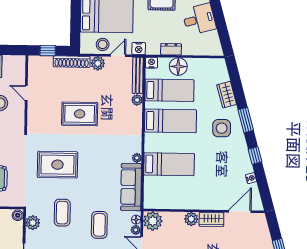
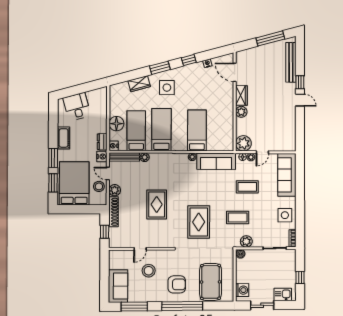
dresser: (171, 49) -> (102, 142), moved

